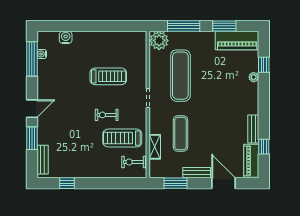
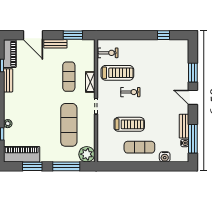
exercise mat: (96, 49) -> (139, 147), added
treadmill: (108, 76) -> (129, 124), turned 180
door: (32, 109) -> (193, 97), hinge flipped
shelving: (155, 147) -> (90, 82), moved
bench: (43, 160) -> (184, 126), moved

